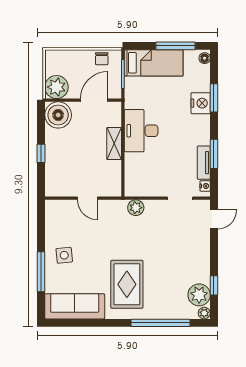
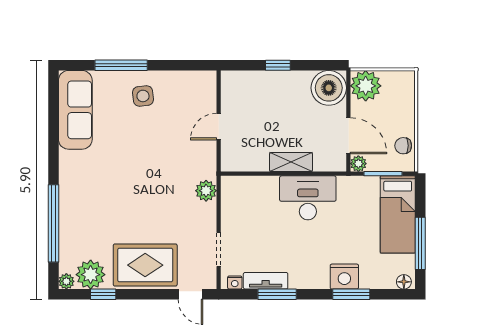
plant: (115, 93) -> (358, 164), added
rug: (127, 284) -> (145, 265), moved

